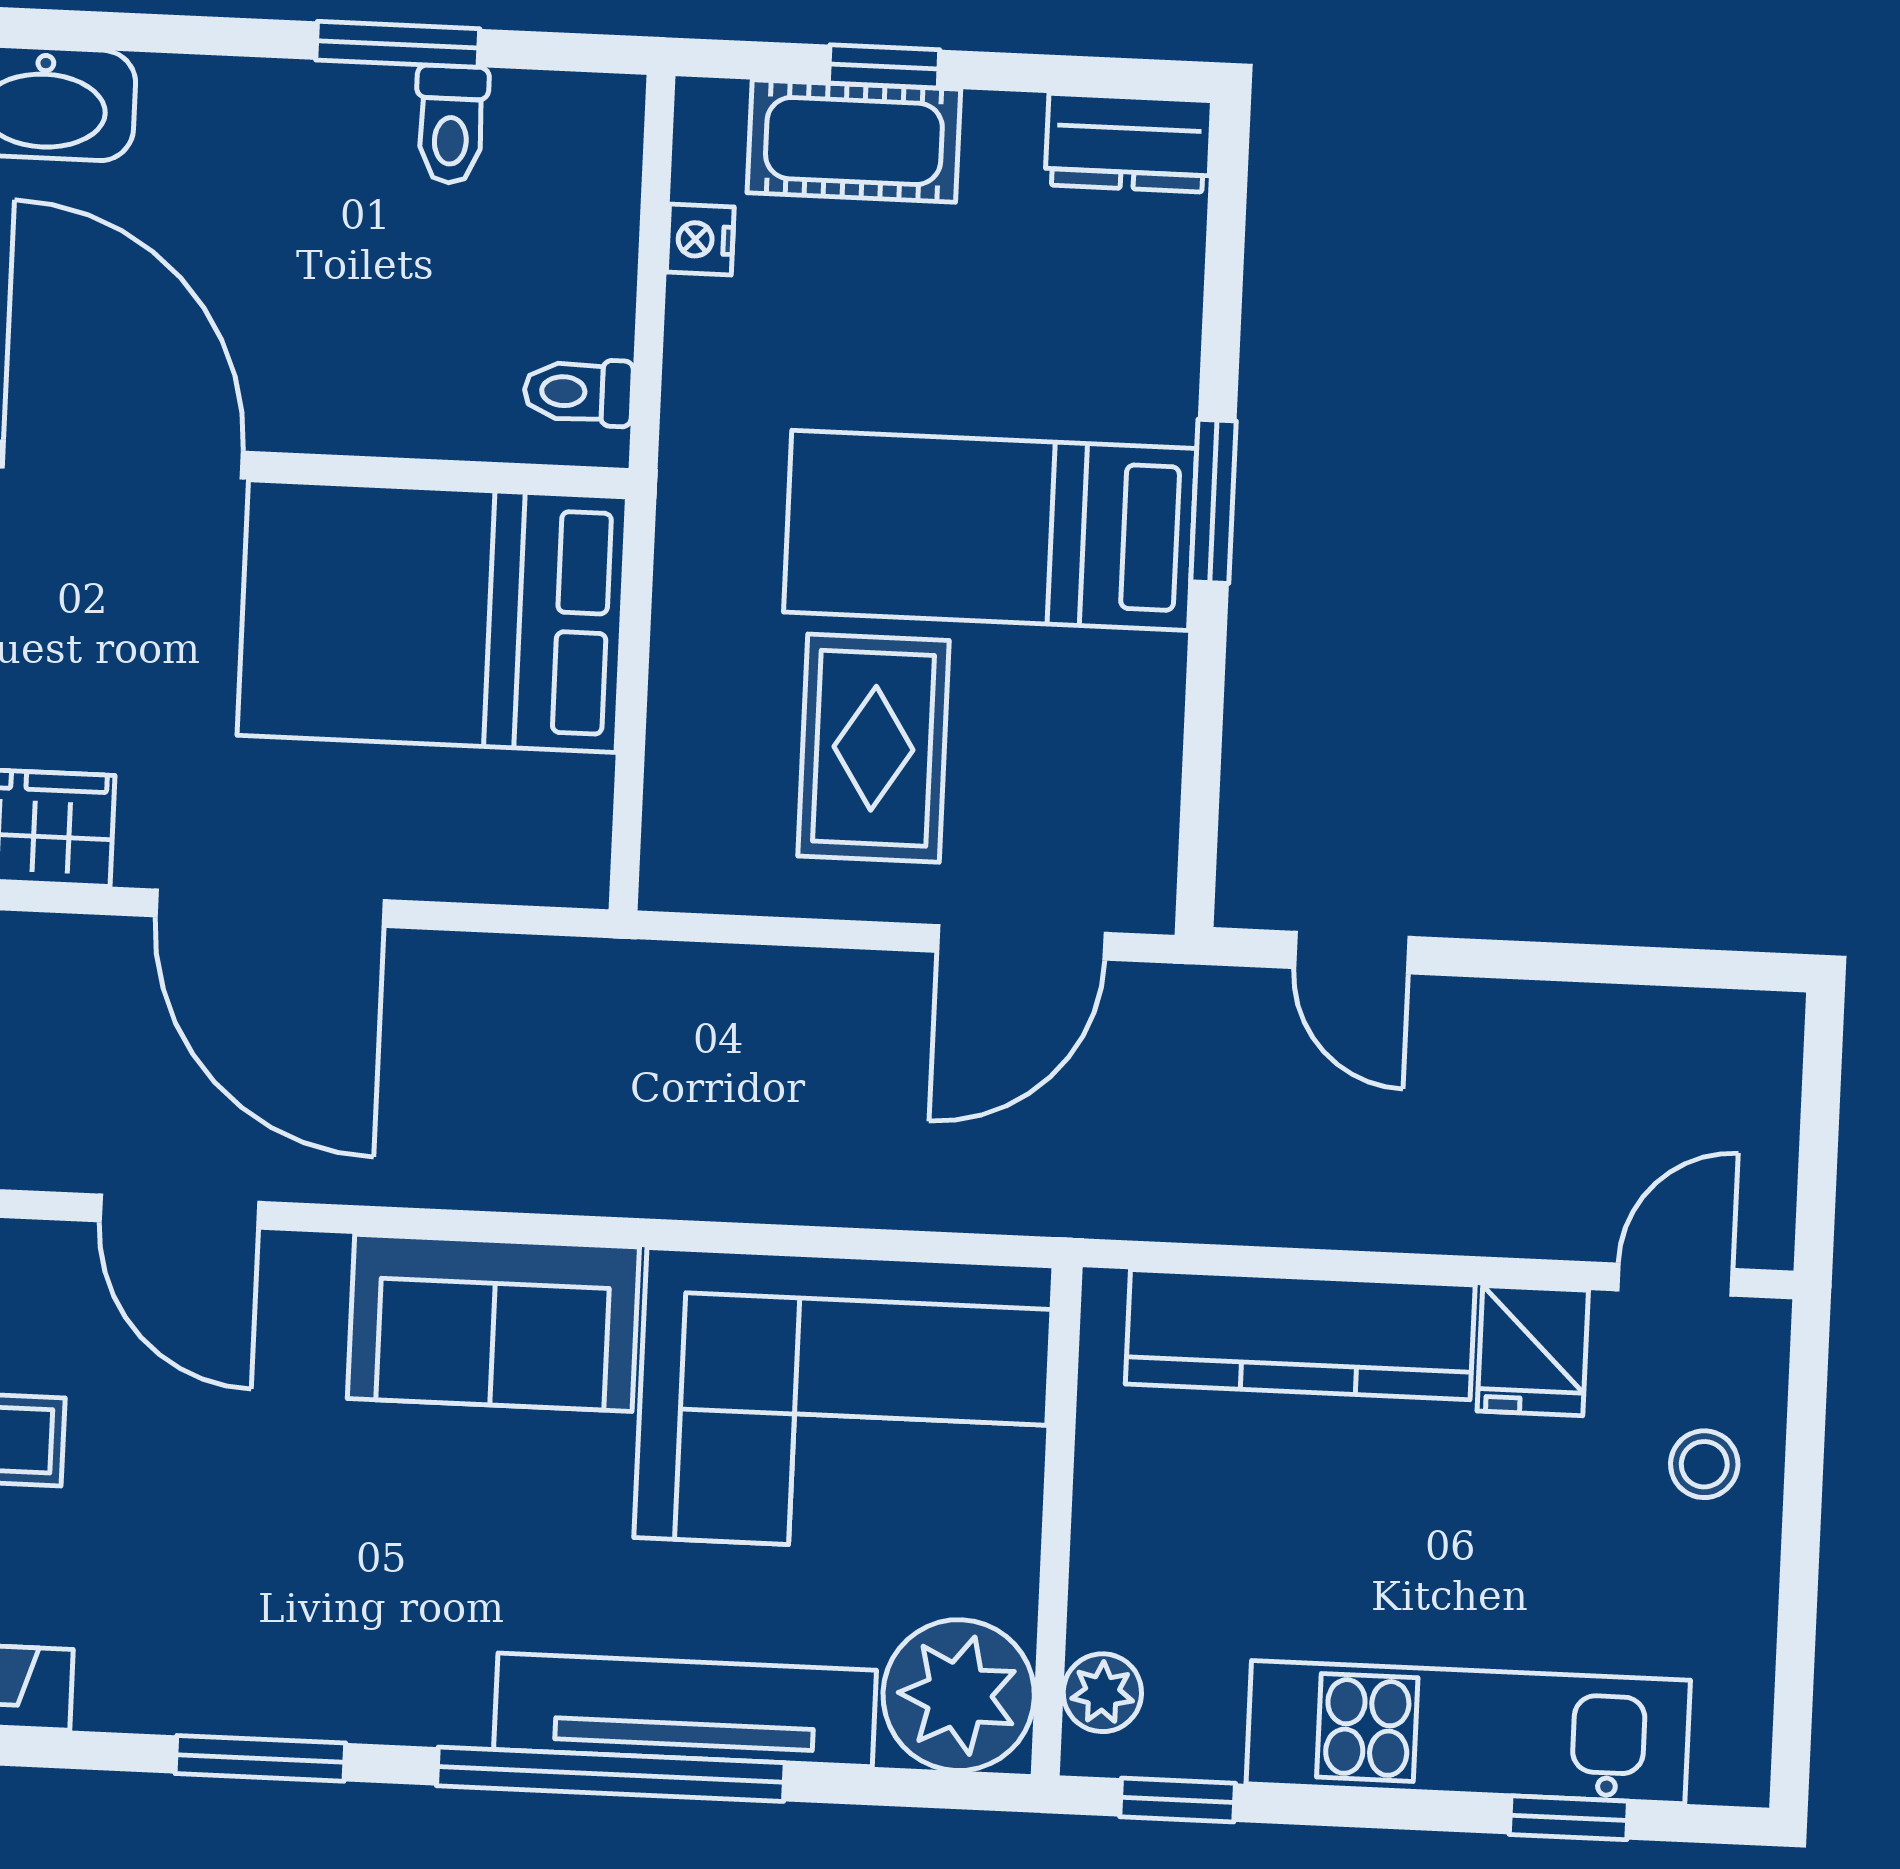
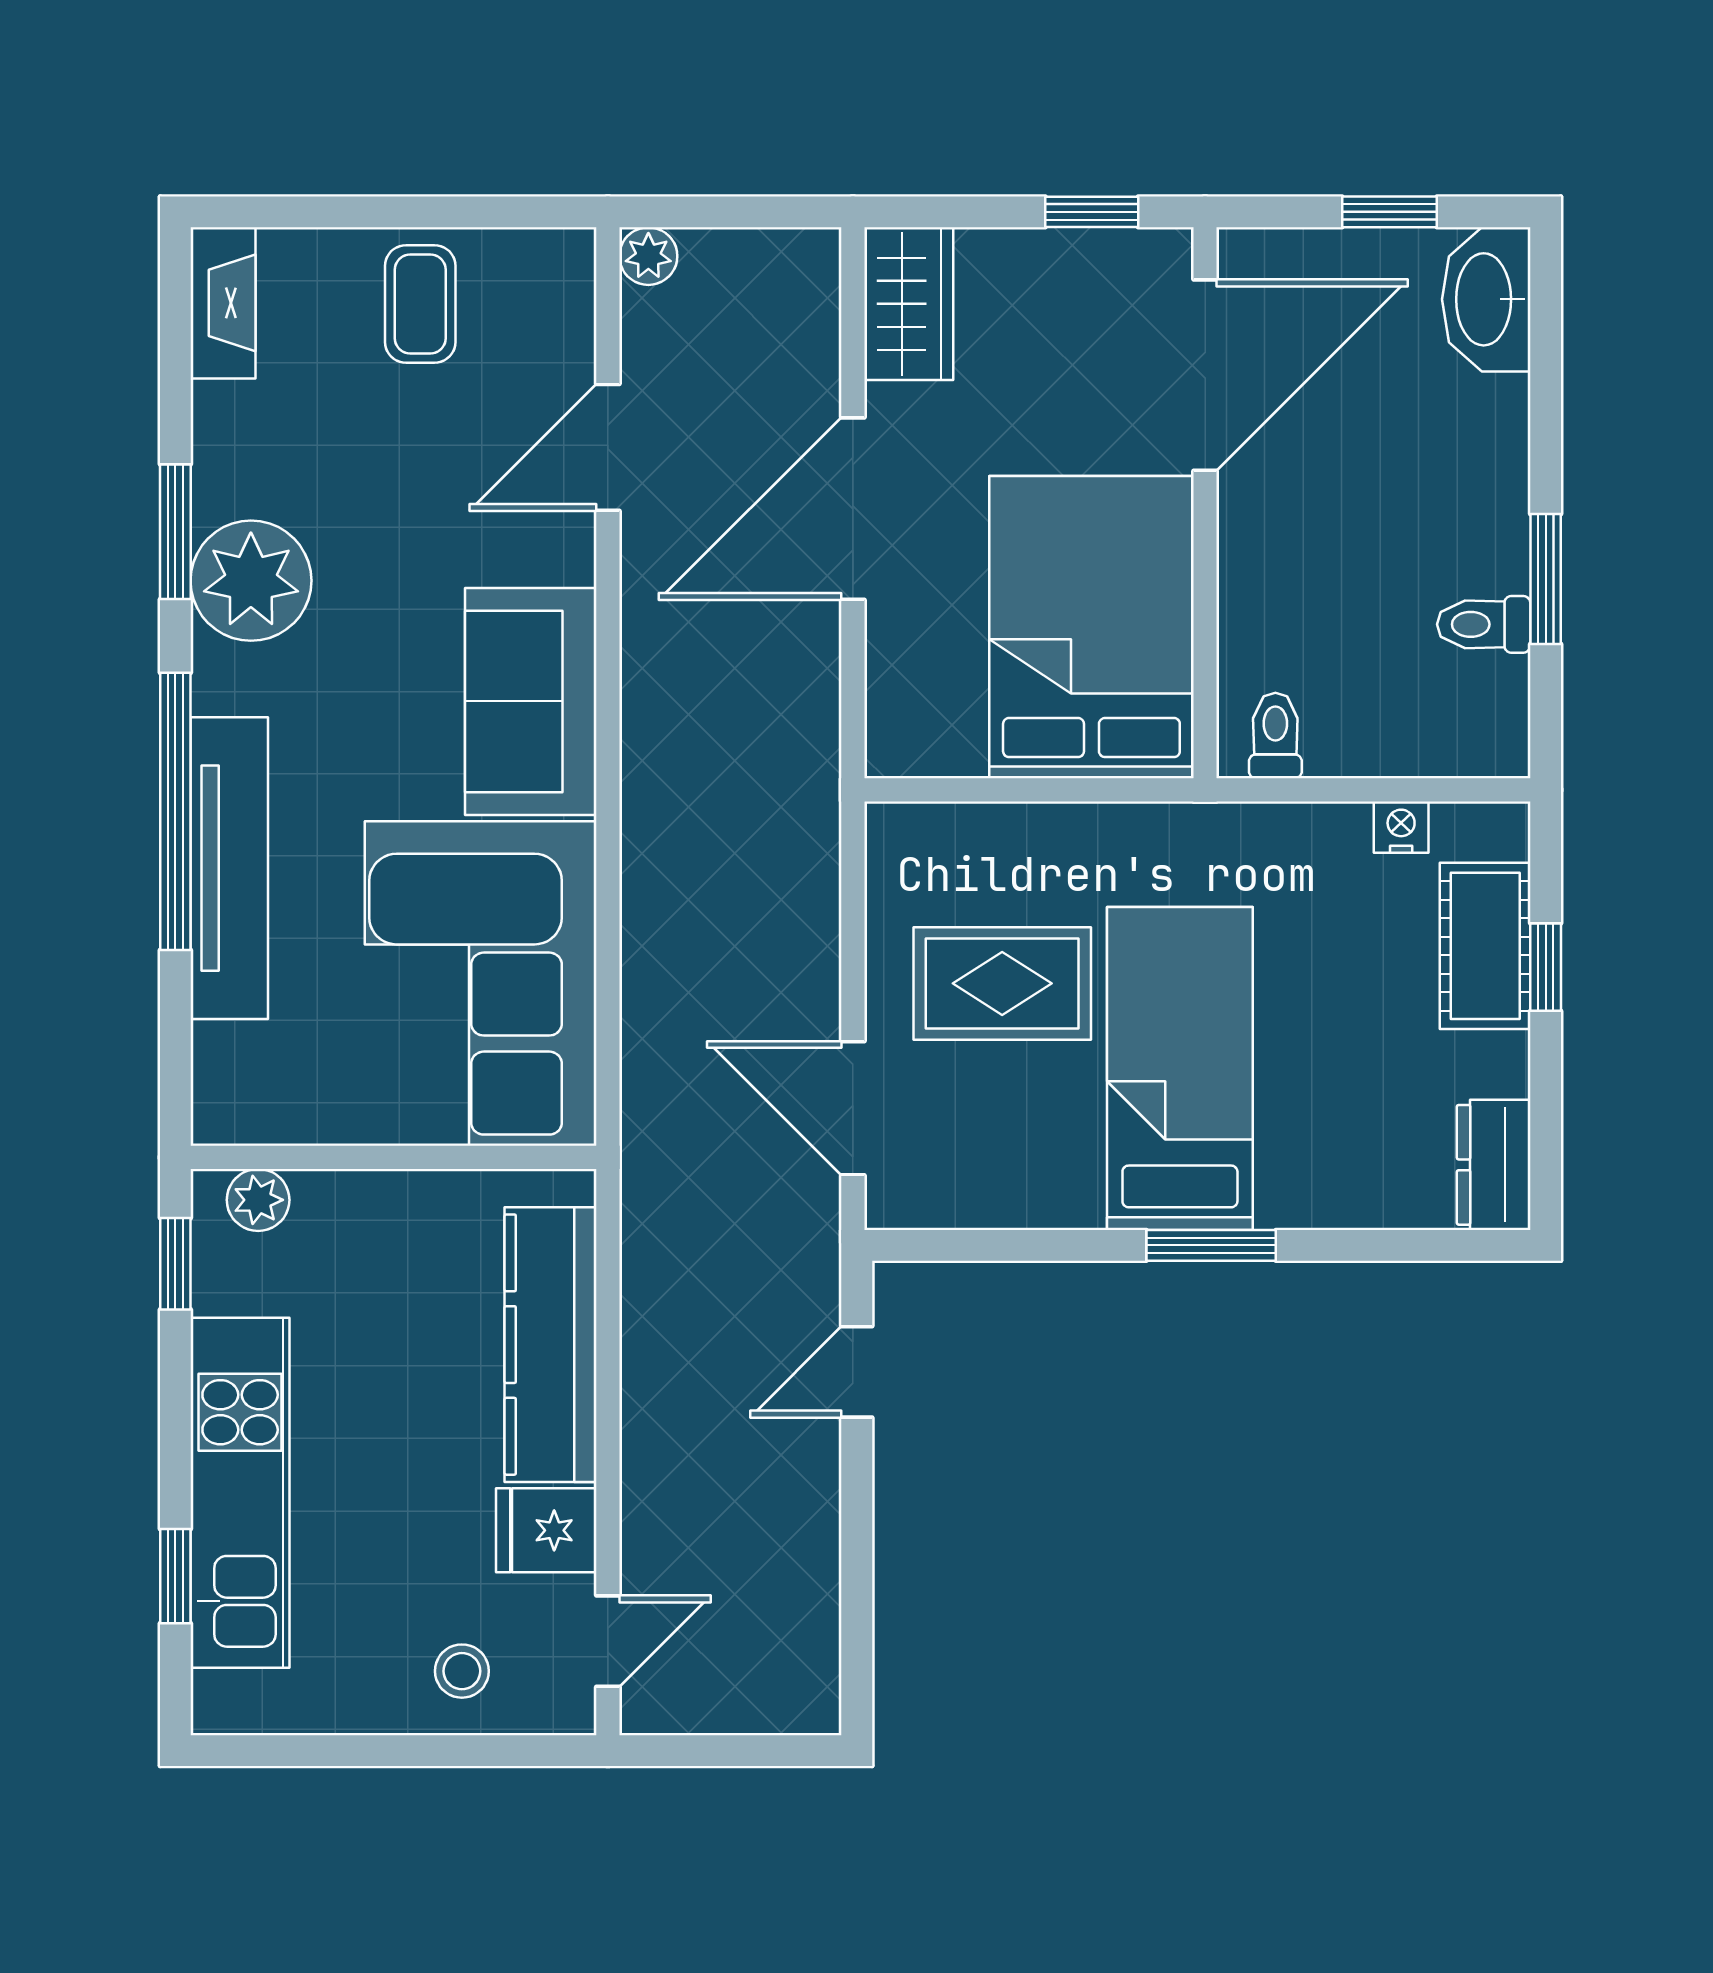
door: (1675, 1280) -> (608, 1641), hinge flipped
plant: (959, 1695) -> (251, 581), moved

